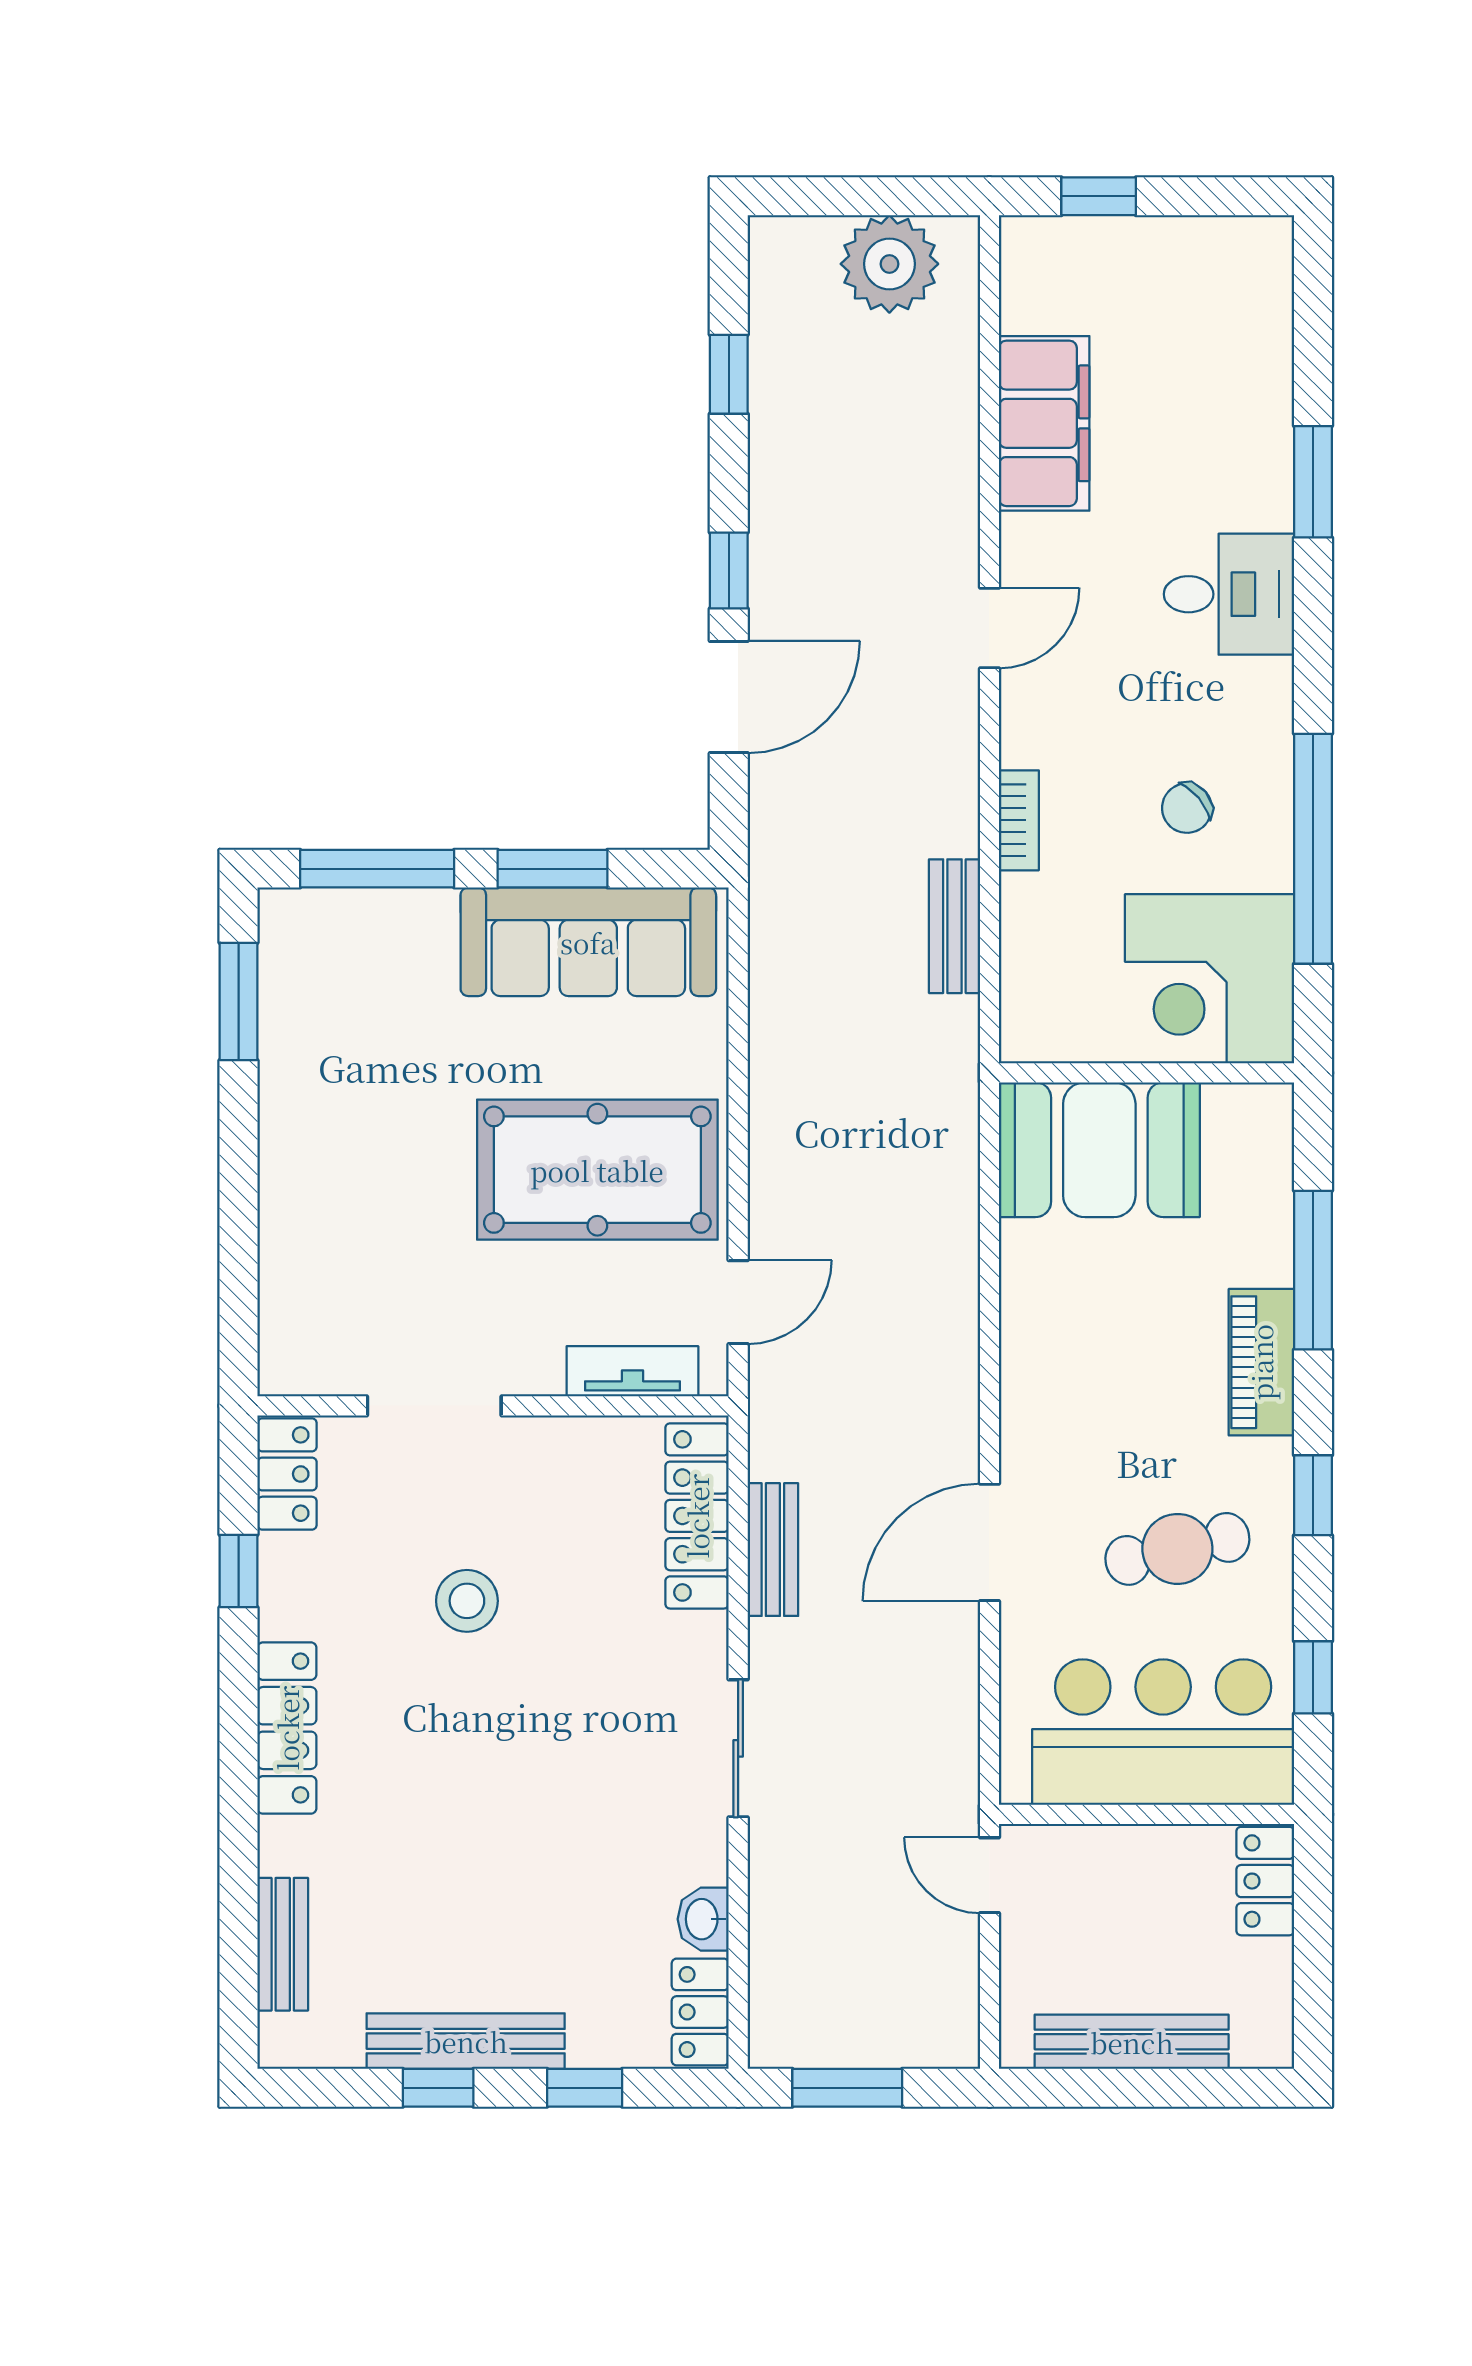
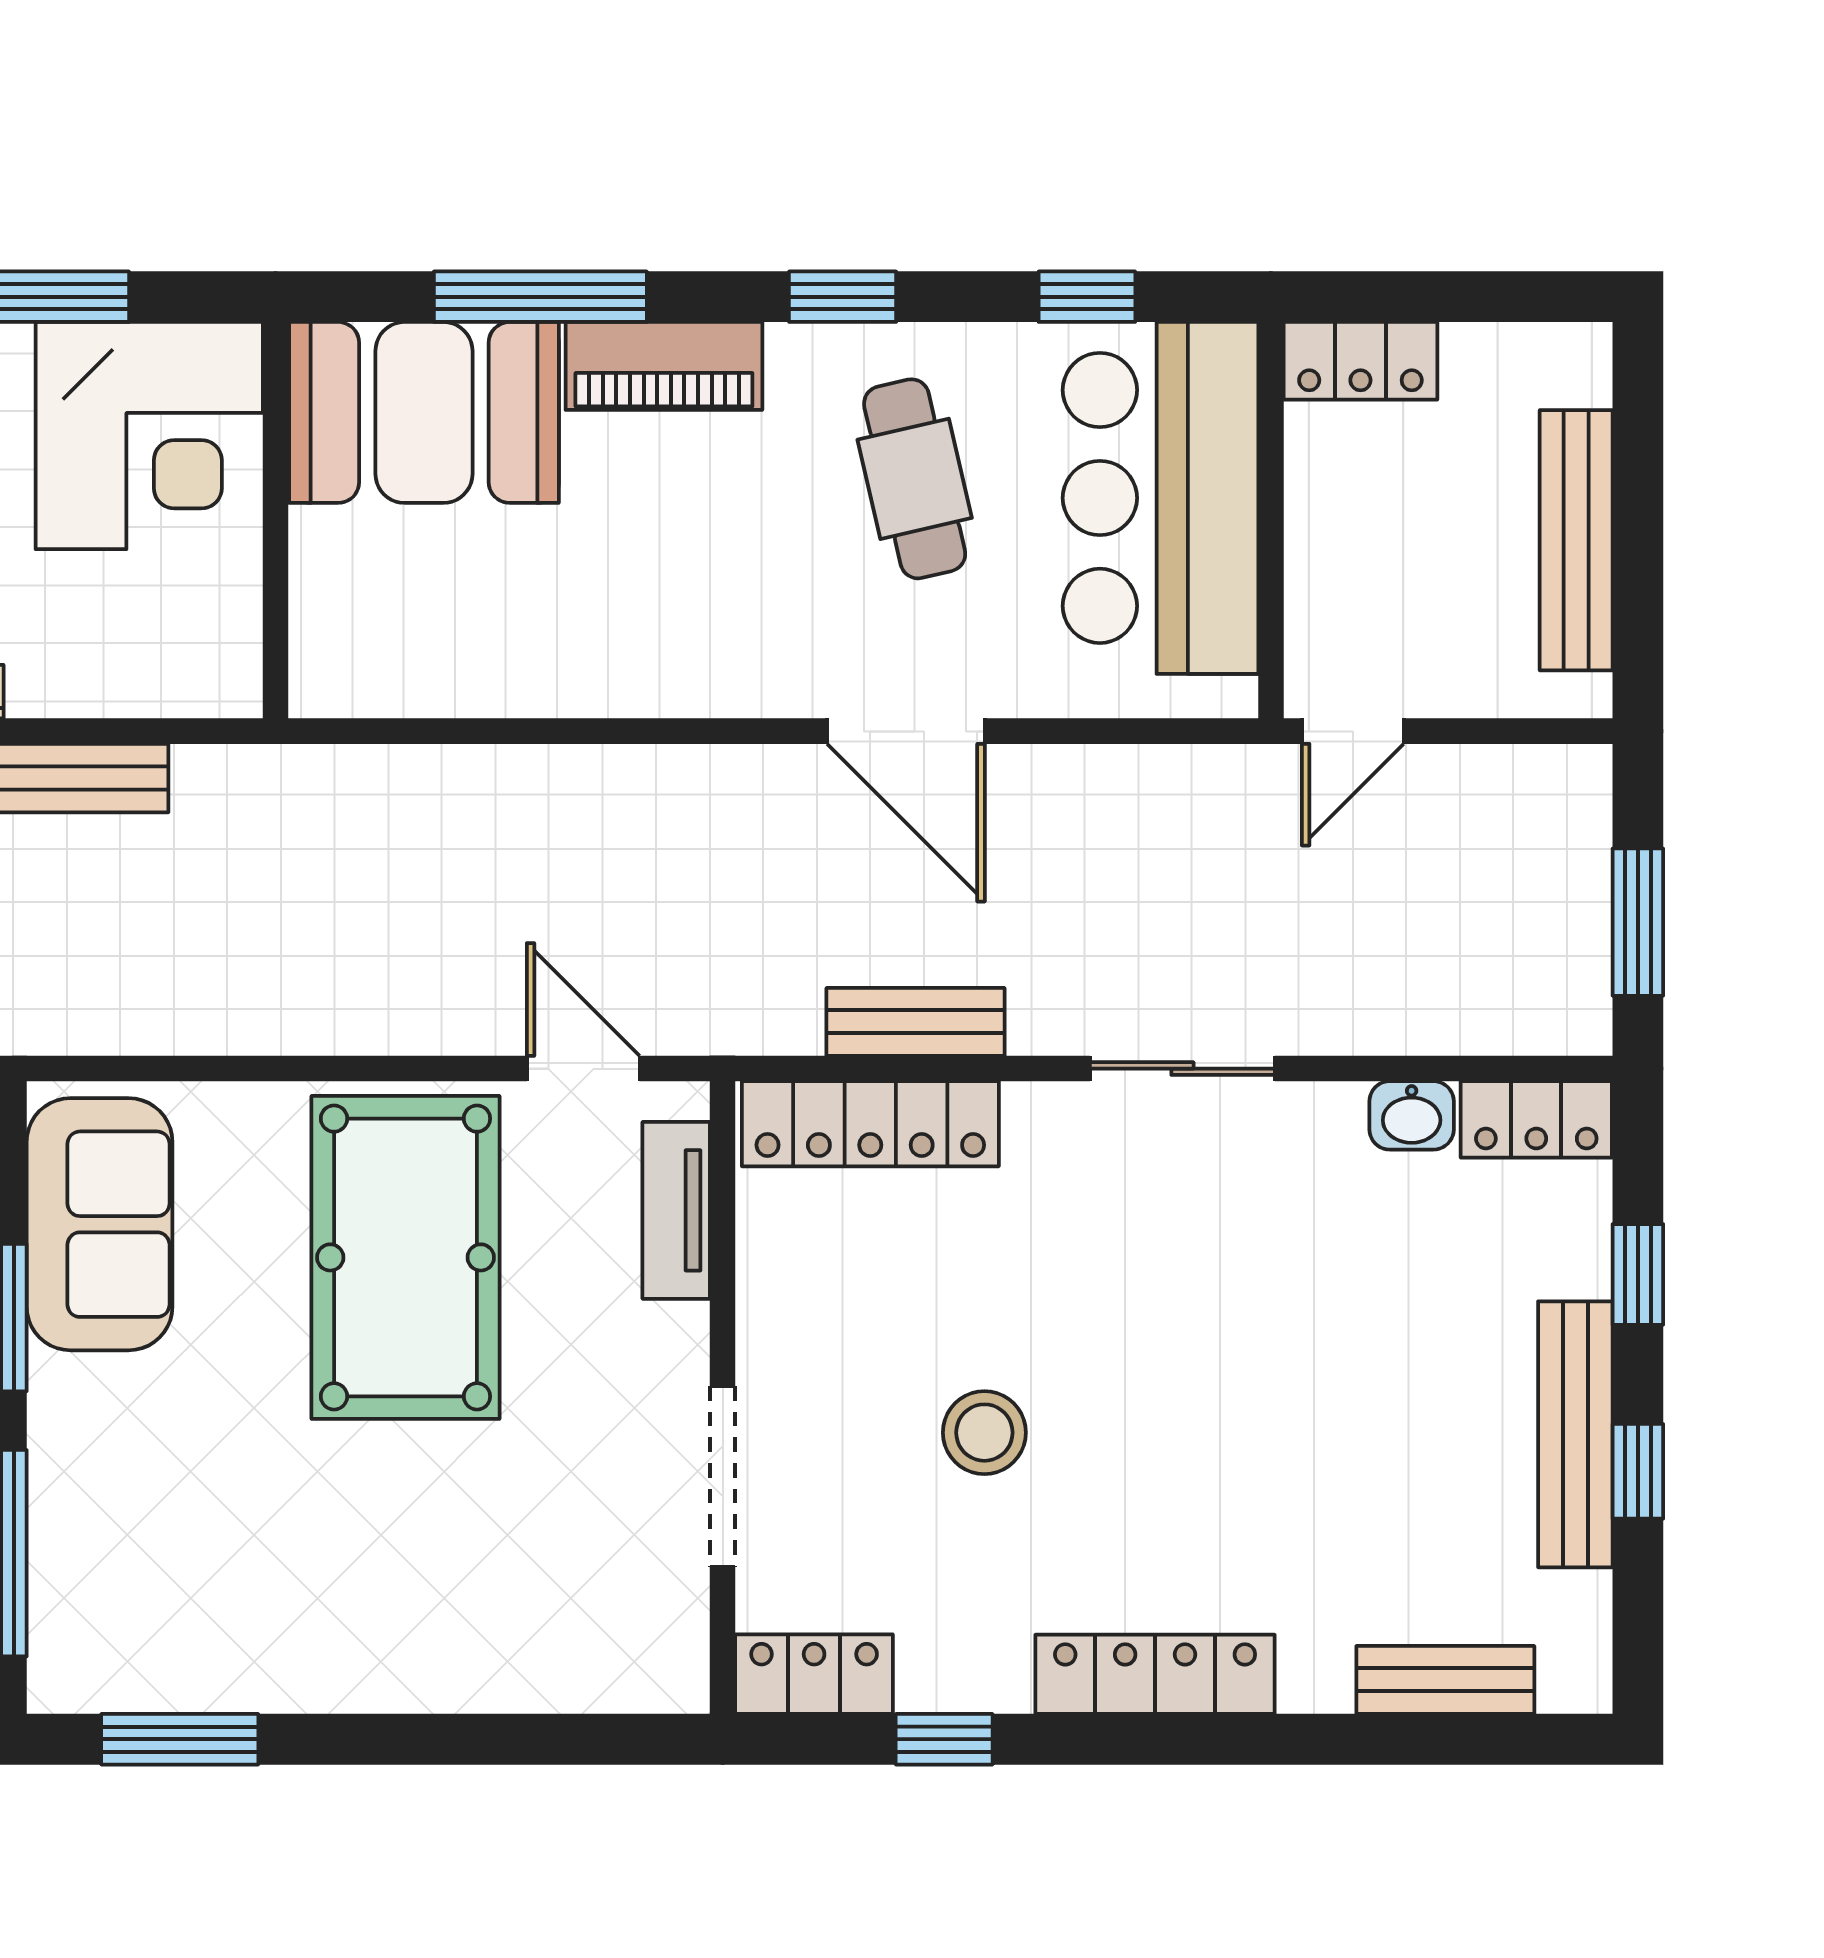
sofa: (588, 942) -> (100, 1224), width x0.73
booth: (1099, 1150) -> (424, 412), moved, turned 90

